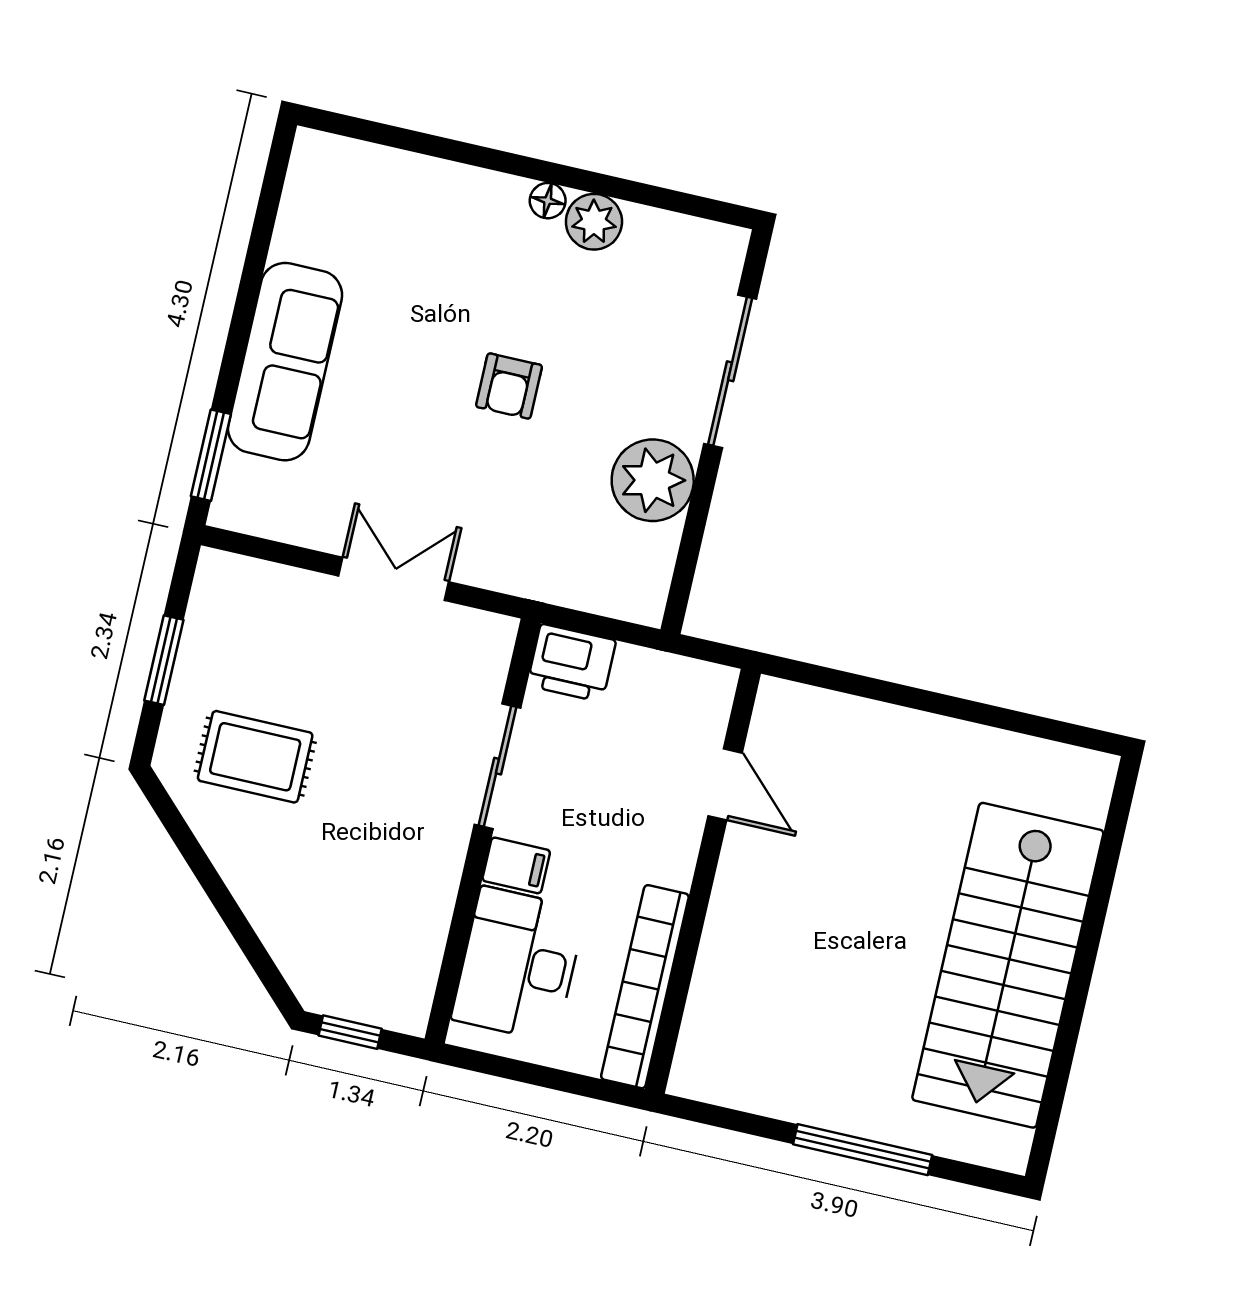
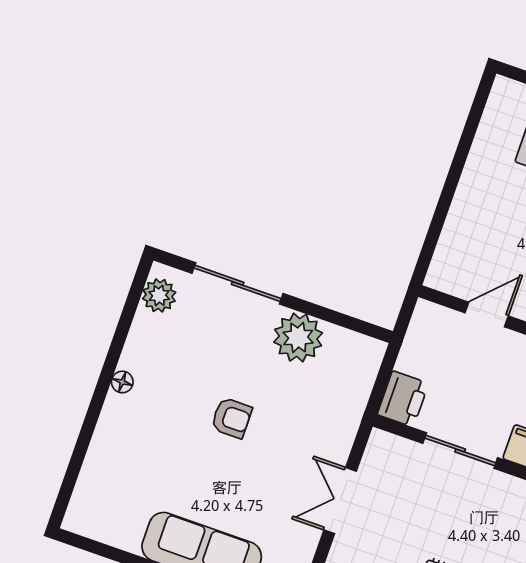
plant: (594, 222) -> (159, 296), moved

